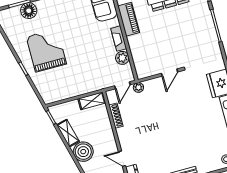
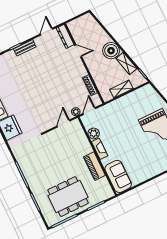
door: (170, 73) -> (63, 124), moved
shelving: (92, 101) -> (121, 89), moved

